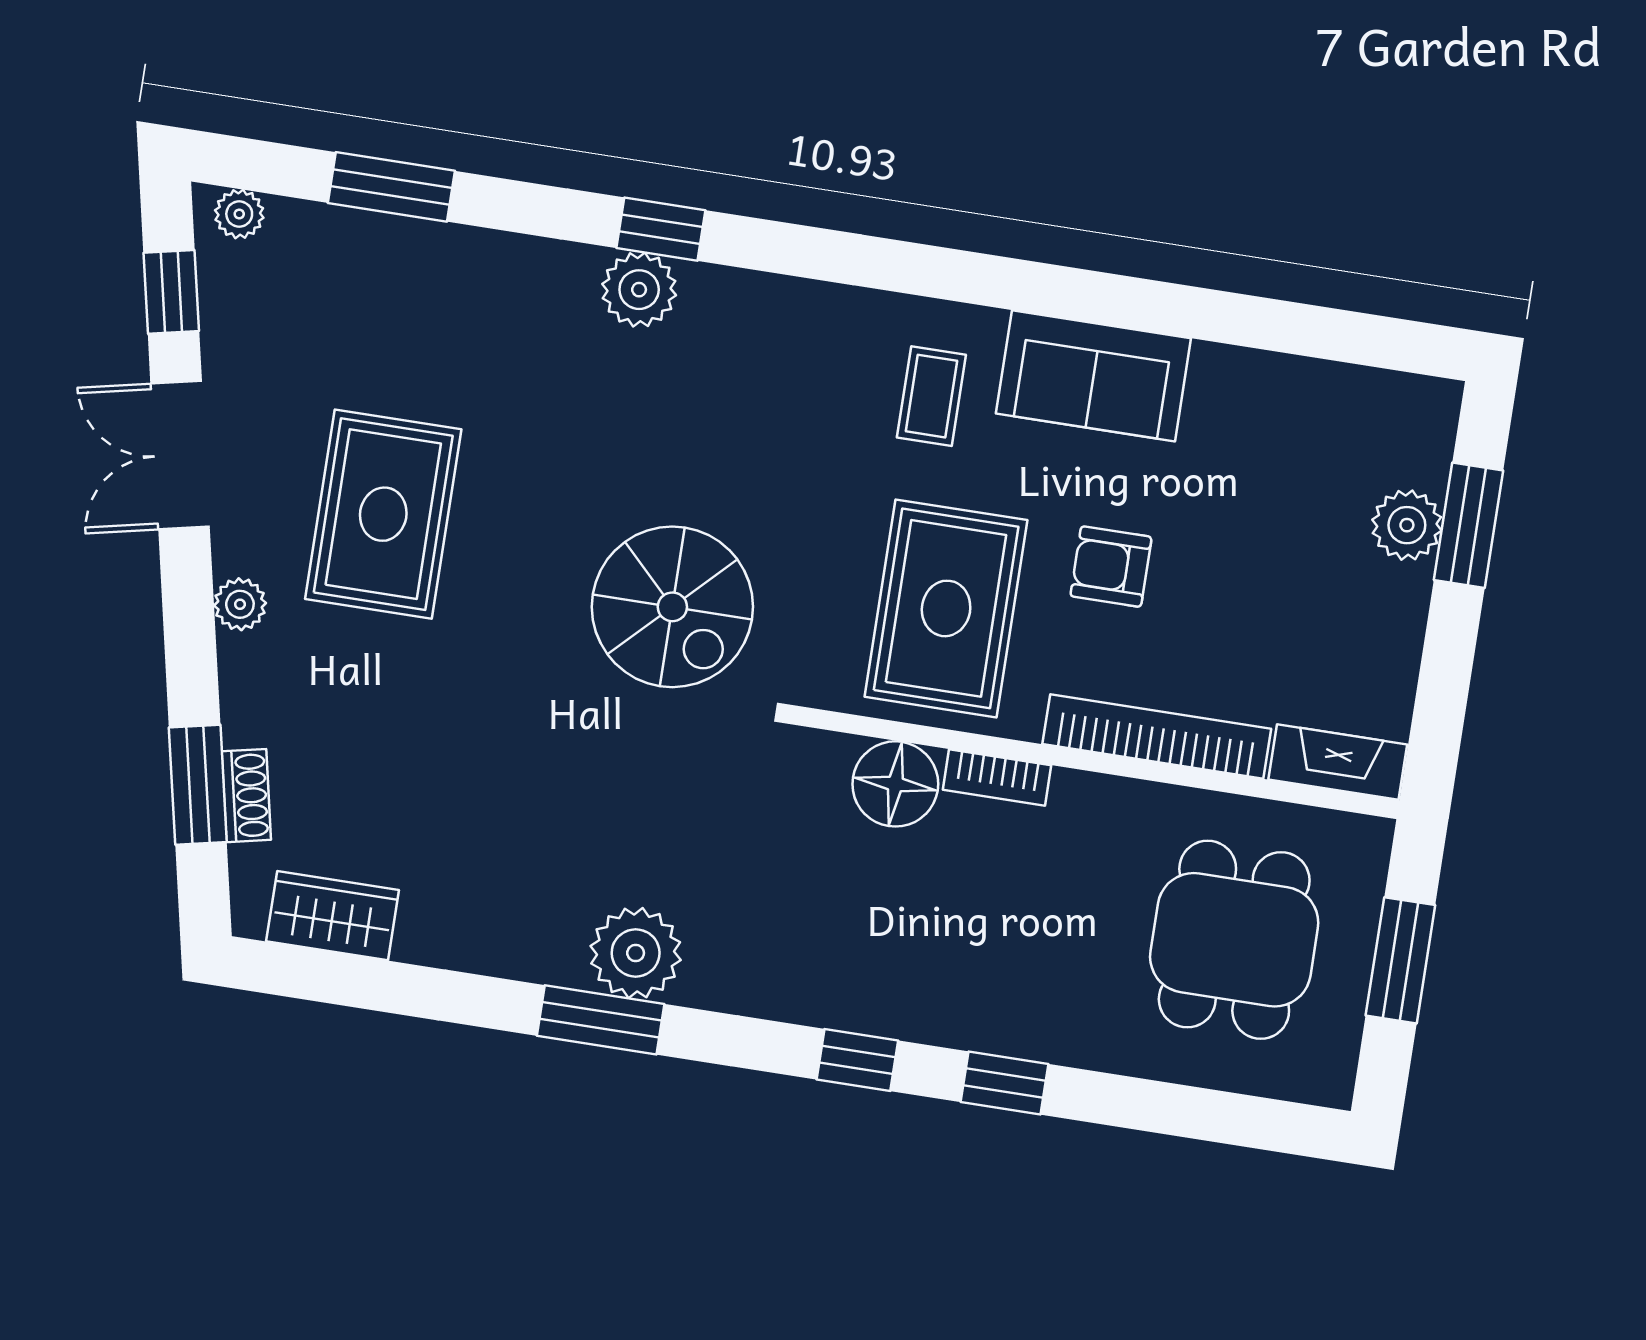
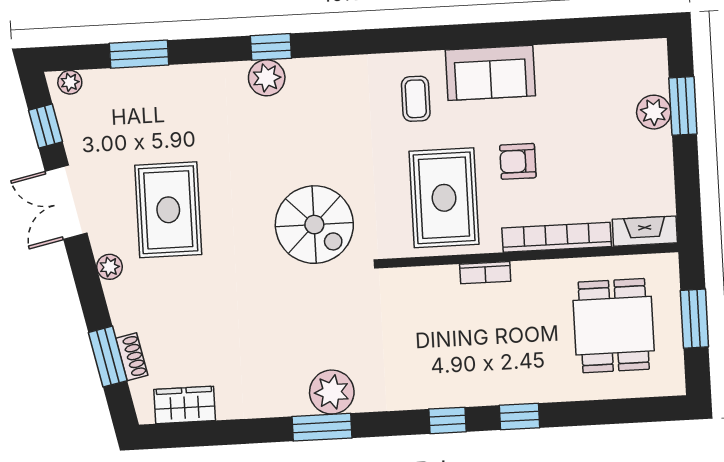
floor lamp: (895, 784) -> (438, 286), removed

